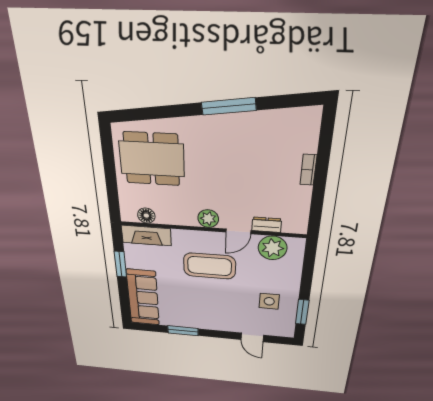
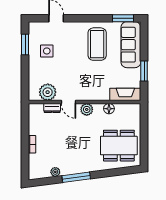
plant: (269, 118) -> (55, 172), added
floor lamp: (146, 216) -> (109, 109), moved
door: (238, 231) -> (69, 102), swing flipped
coffee table: (209, 266) -> (97, 44), moved, turned 90
window: (183, 331) -> (123, 18), moved

